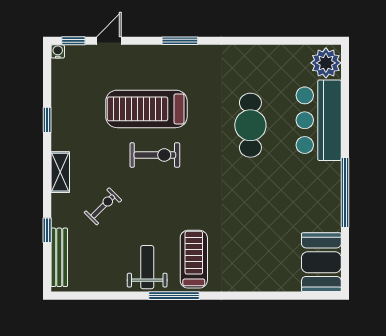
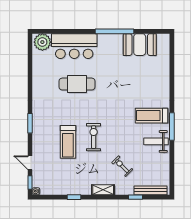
treadmill: (146, 109) -> (68, 142), width x0.73, depth x0.73
booth: (321, 262) -> (140, 45), moved

